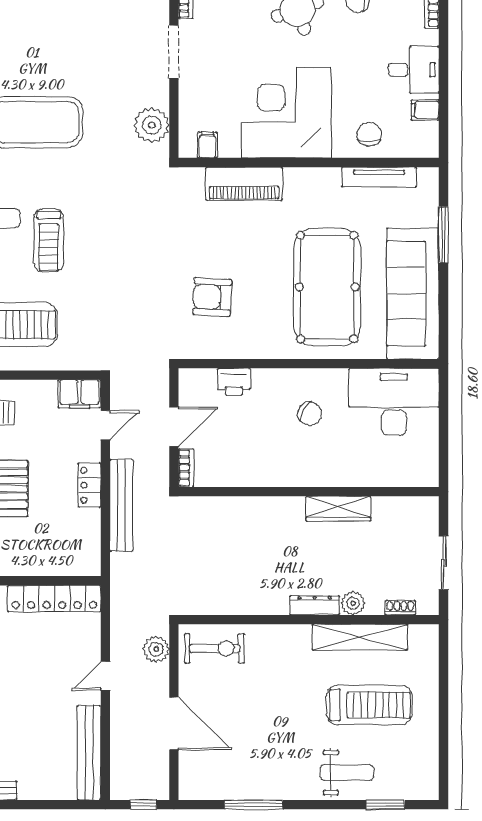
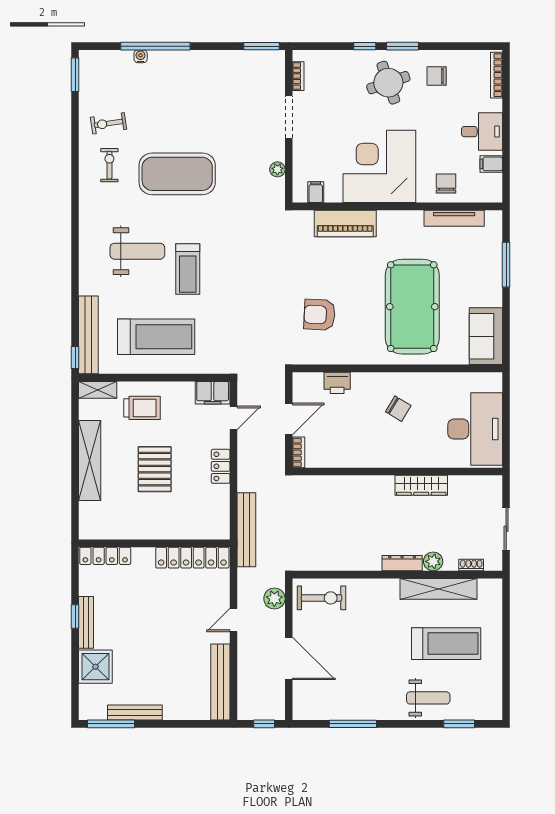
plant: (152, 125) -> (277, 169), width x0.53, depth x0.53
sofa: (413, 293) -> (486, 336), width x0.54, depth x0.79
desk: (394, 402) -> (475, 429), moved, turned 90
bench: (121, 505) -> (246, 530), moved

